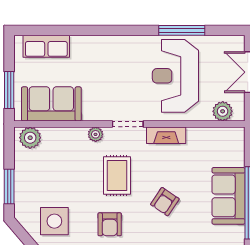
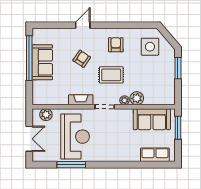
plant: (30, 138) -> (137, 98), moved
rug: (117, 176) -> (111, 75), turned 90

